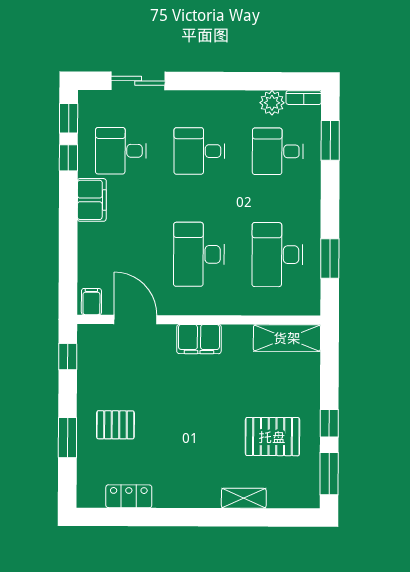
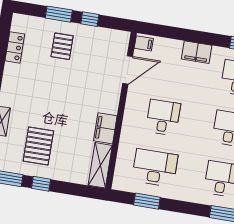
filing cabinet: (92, 200) -> (197, 52), moved
desk: (199, 254) -> (163, 117), width x0.73
filing cabinet: (199, 339) -> (105, 128), moved
window: (68, 357) -> (90, 19), moved

